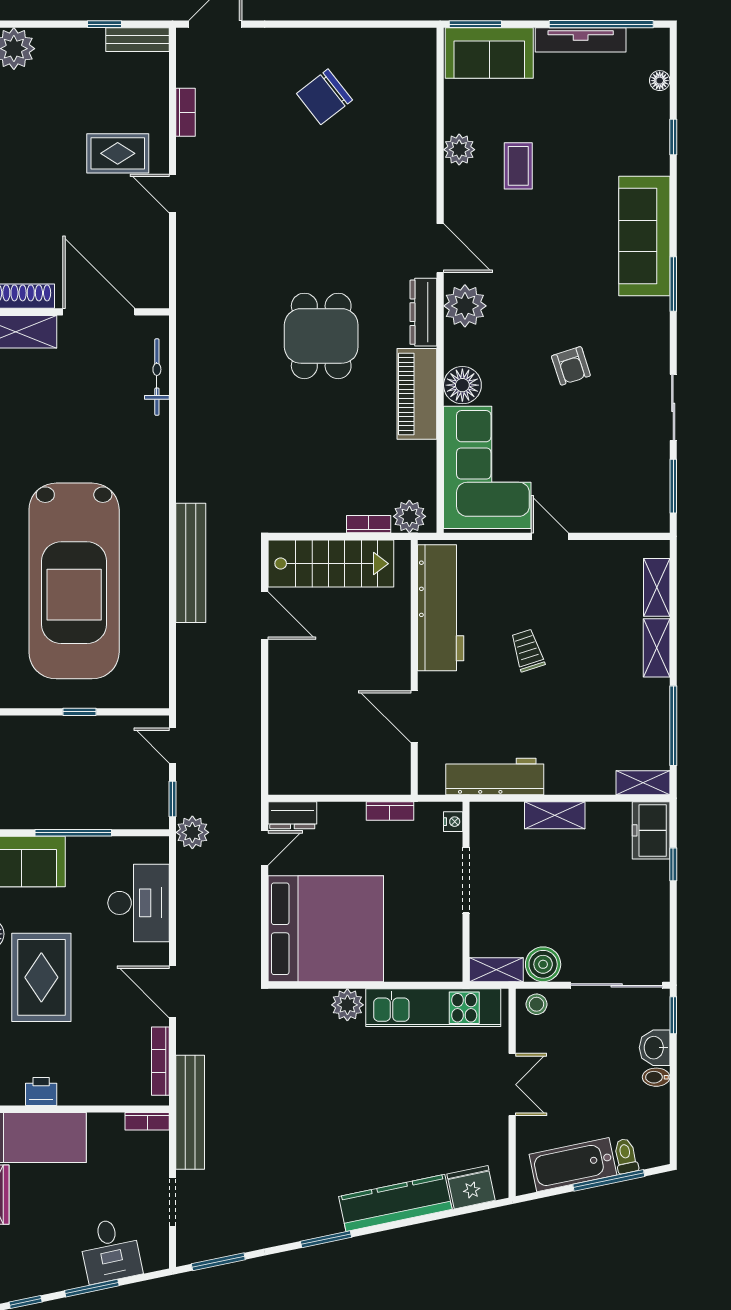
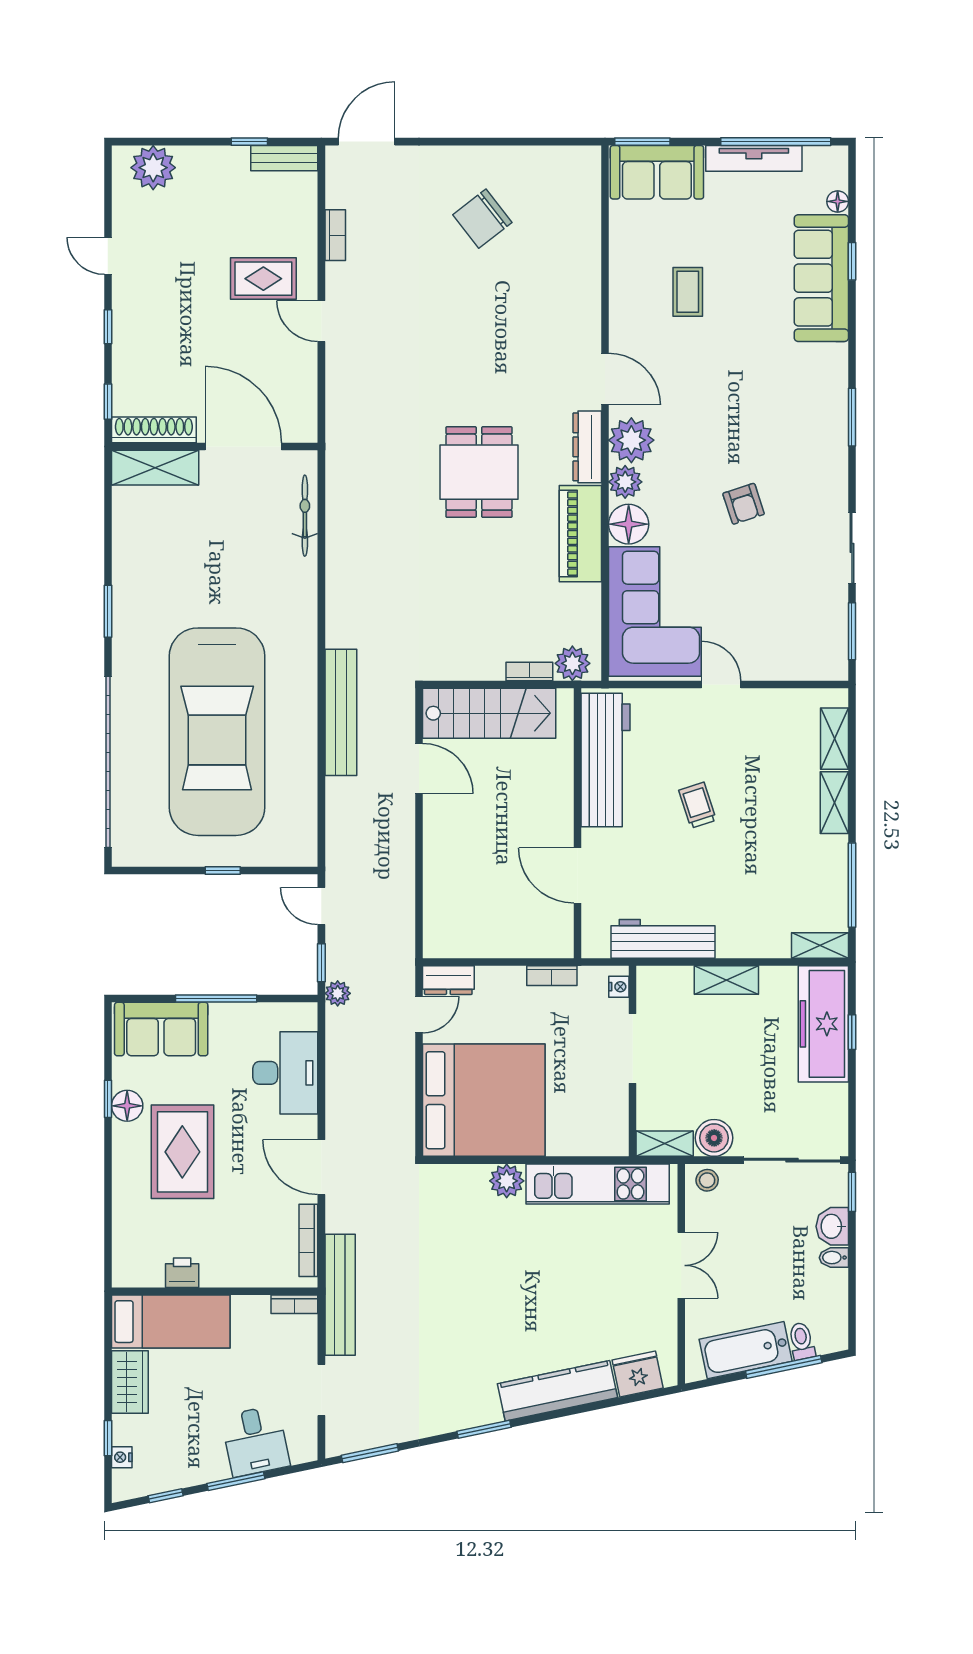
plant: (459, 150) -> (625, 482), moved
sofa: (644, 236) -> (821, 278), moved
freezer: (651, 830) -> (823, 1024), width x1.91, depth x1.26
plant: (192, 832) -> (338, 993), width x0.73, depth x0.73

